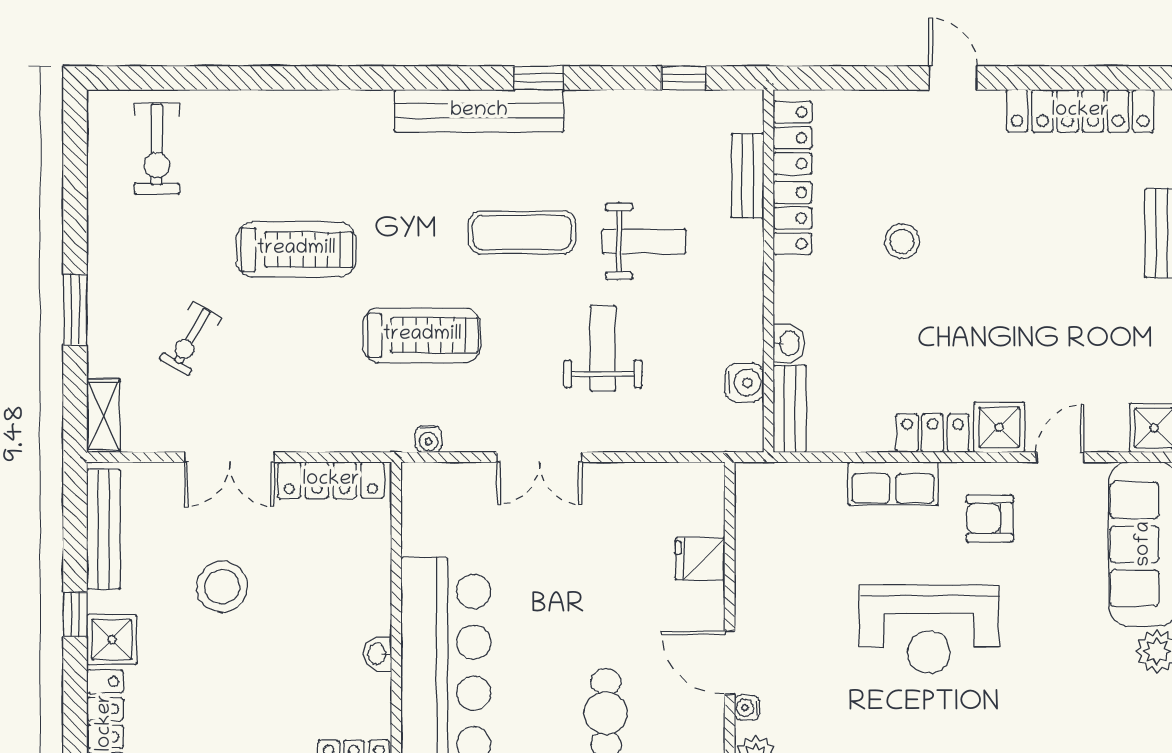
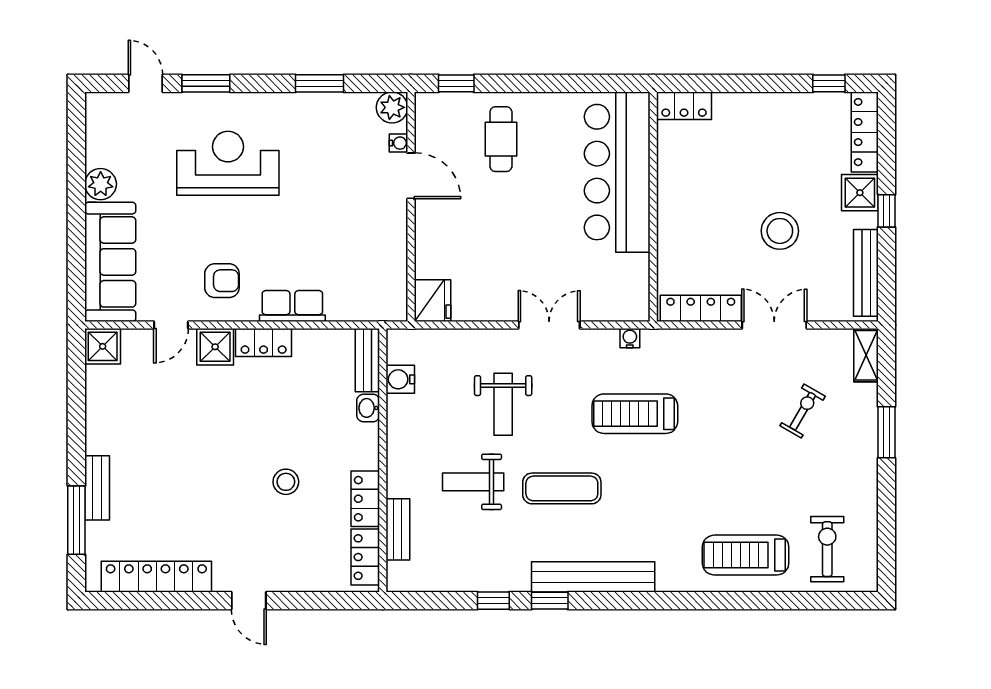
window: (684, 78) -> (493, 601), moved
treadmill: (296, 249) -> (746, 555), moved
fridge: (700, 559) -> (432, 301), moved, width x1.38
reception desk: (929, 629) -> (228, 163), moved
washbasin: (378, 654) -> (667, 182), removed

